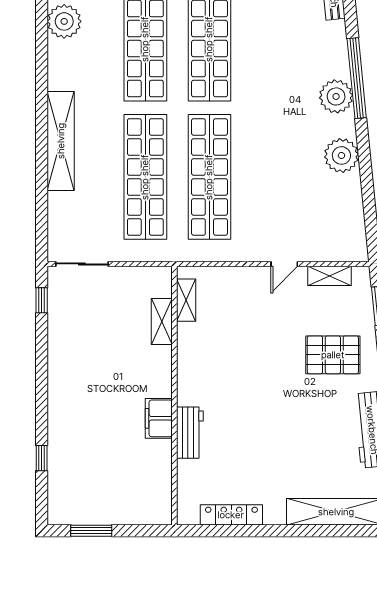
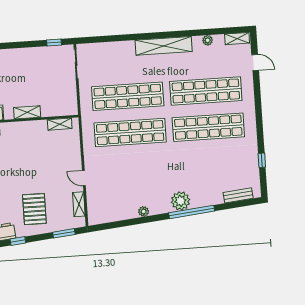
plant: (64, 21) -> (208, 40), width x0.53, depth x0.53
shelving: (61, 141) -> (164, 46), moved
plant: (341, 155) -> (144, 211), width x0.53, depth x0.53
shelving: (162, 322) -> (27, 112), moved

